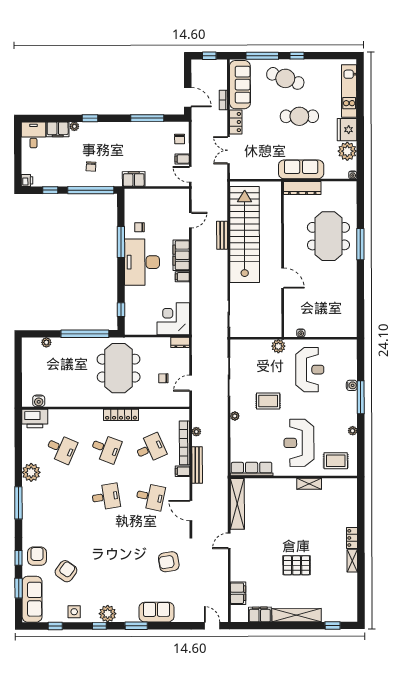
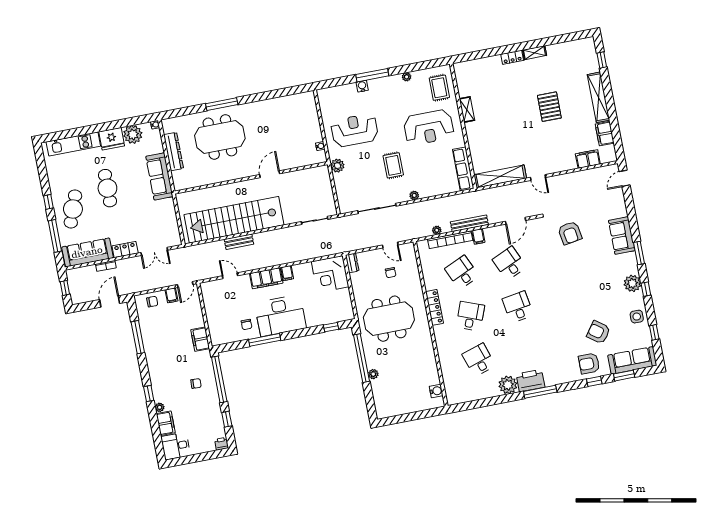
dresser: (302, 188) -> (174, 152), moved
plant: (46, 342) -> (373, 374), moved
printer: (35, 419) -> (530, 381), moved, turned -90
desk: (61, 449) -> (479, 360), turned -42
desk: (150, 497) -> (509, 263), turned -36

